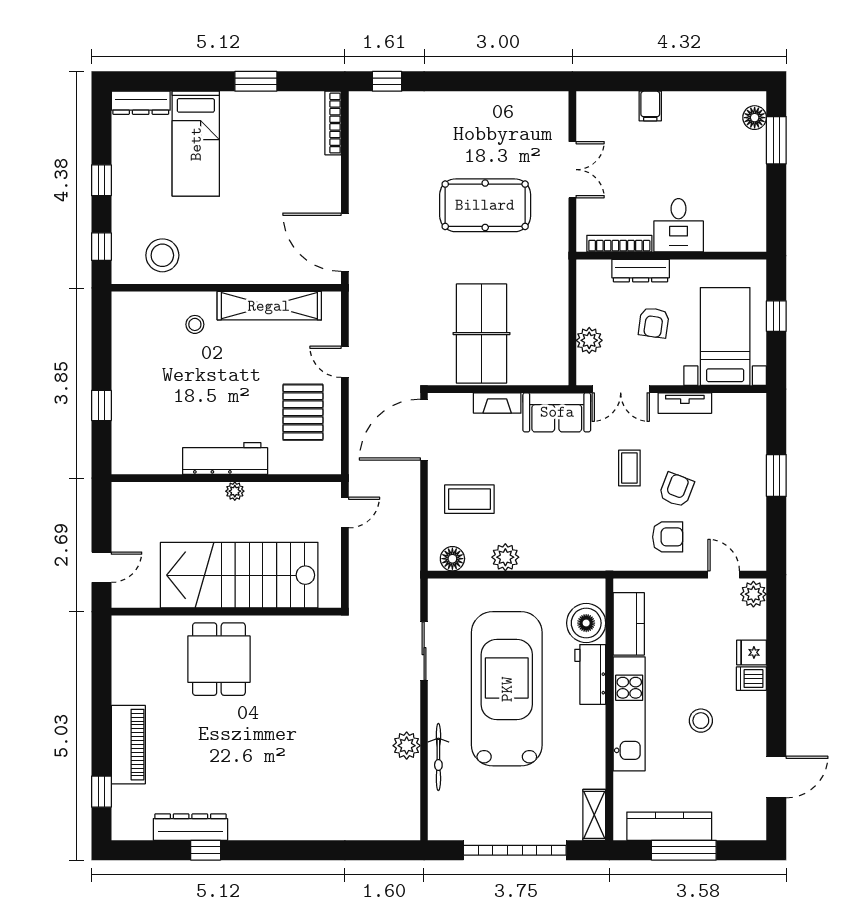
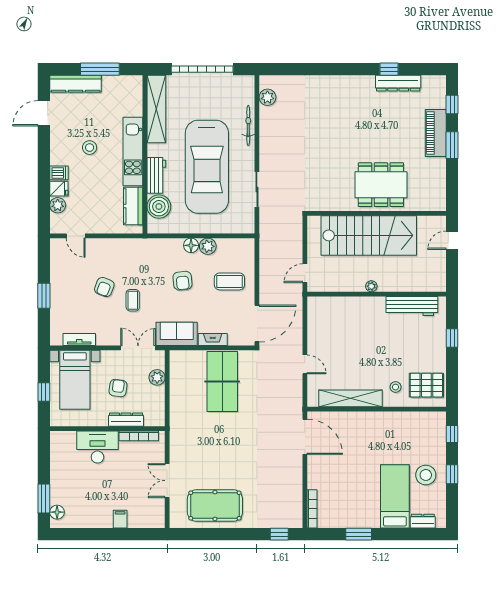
dresser: (141, 103) -> (423, 521), width x0.70
pool table: (485, 205) -> (215, 506), moved
desk: (679, 225) -> (97, 447), width x1.37
stool: (162, 255) -> (426, 475), moved
tv unit: (685, 403) -> (79, 340), moved
pallet: (303, 412) -> (426, 385), moved, turned 90
workbench: (225, 458) -> (412, 306), moved
armchair: (668, 537) -> (182, 281), moved, turned -96
floor lamp: (452, 559) -> (191, 245), moved
plant: (753, 594) -> (58, 205), moved
dining table: (219, 659) -> (381, 185), width x1.38
window: (101, 725) -> (452, 145), added
plant: (407, 746) -> (267, 97), moved
shelving: (594, 815) -> (156, 109), width x2.20, depth x1.33
kitchen counter: (669, 826) -> (76, 84), moved

